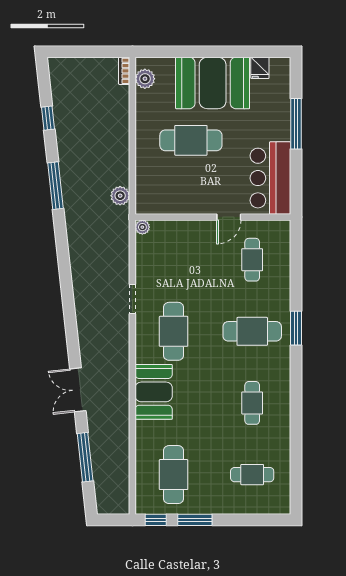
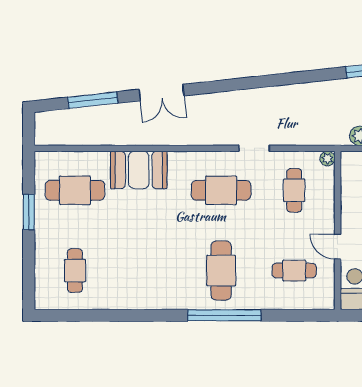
window: (296, 328) -> (224, 315), width x2.11
double door: (78, 390) -> (161, 93), swing flipped
booth: (154, 392) -> (139, 170), moved
cafe table: (252, 403) -> (294, 190), moved, turned 90
window: (156, 520) -> (29, 172), removed

